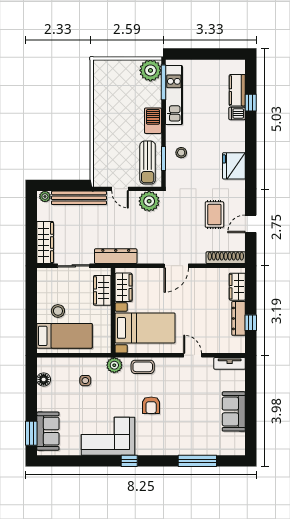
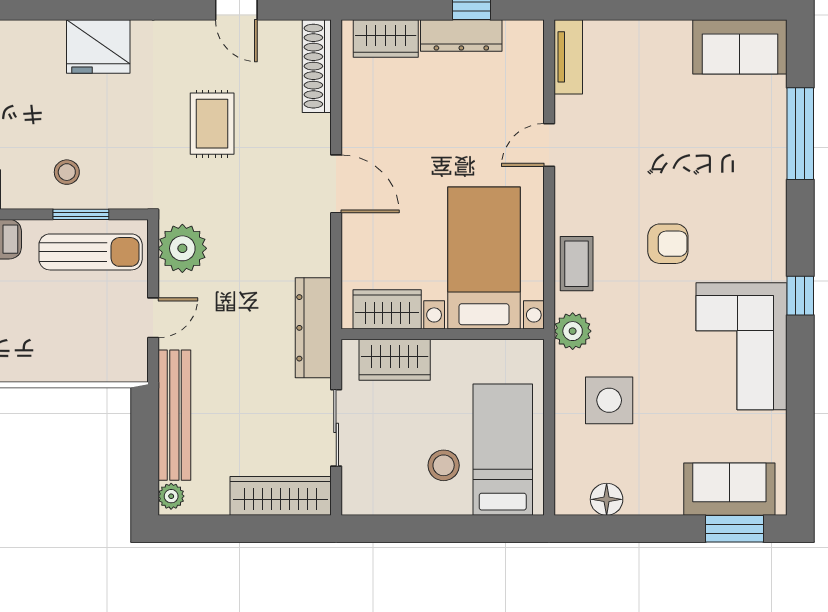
rug: (214, 215) -> (212, 124), moved, turned 90
side table: (85, 381) -> (609, 400), width x1.87, depth x1.87
sofa: (234, 411) -> (740, 47), moved

